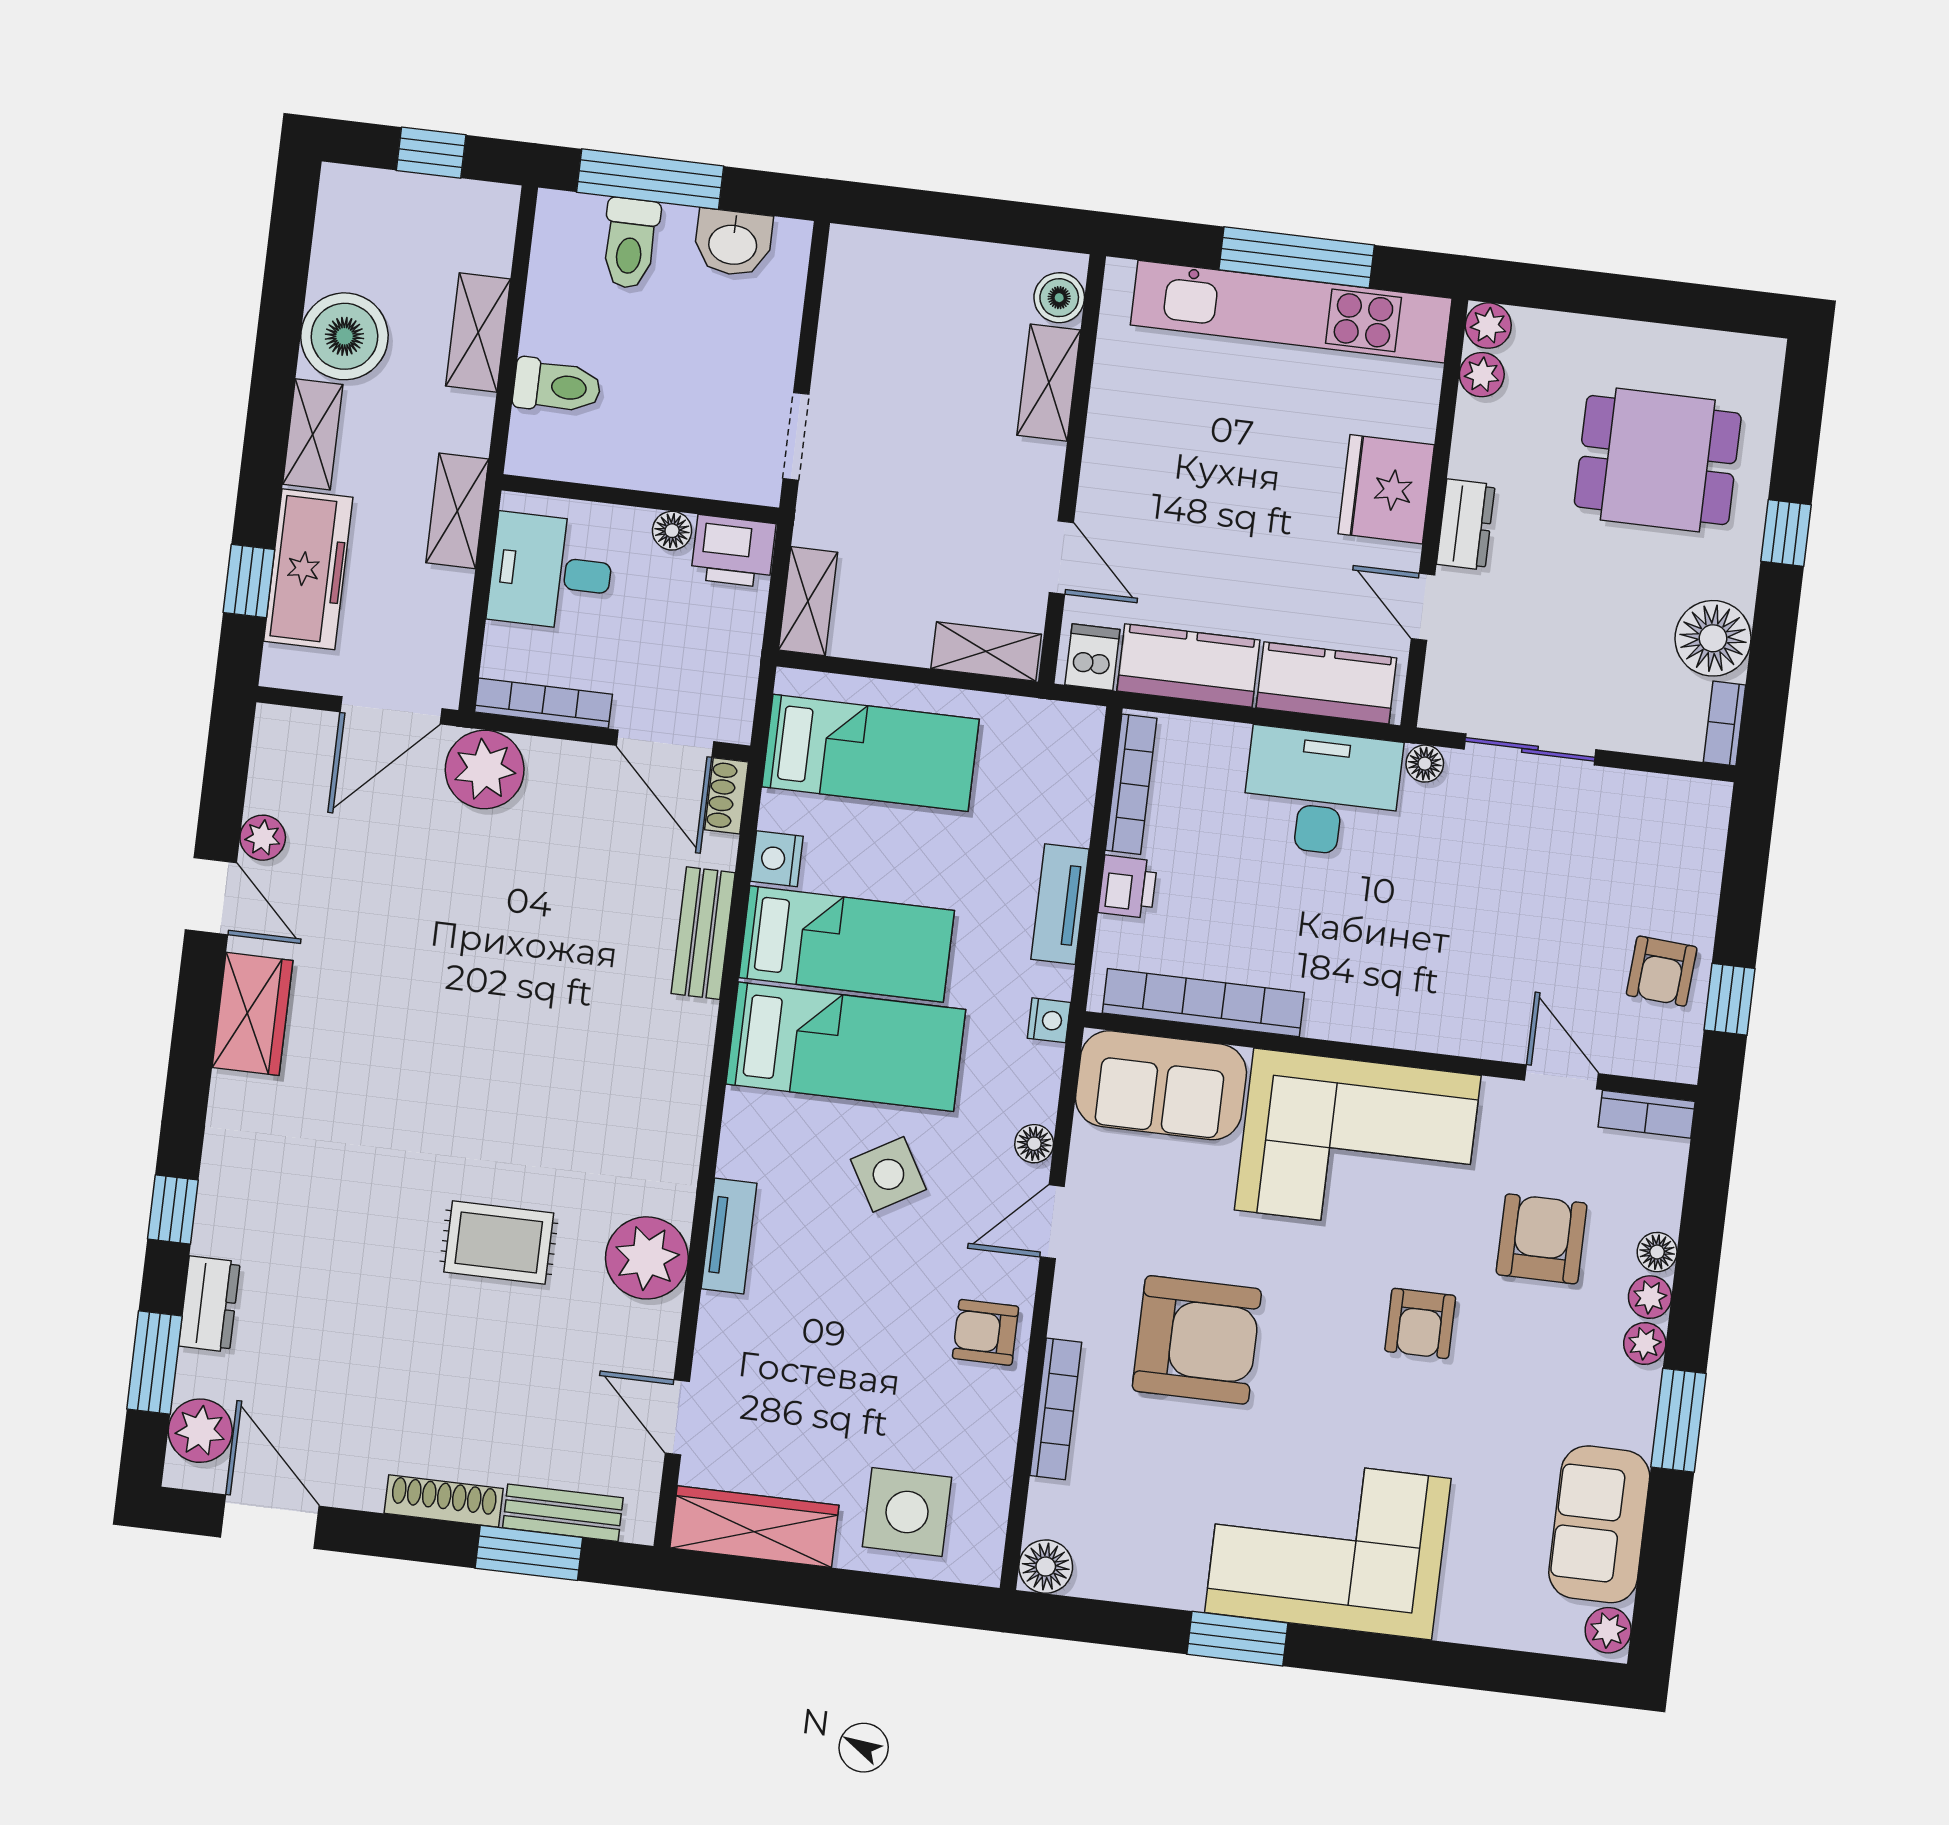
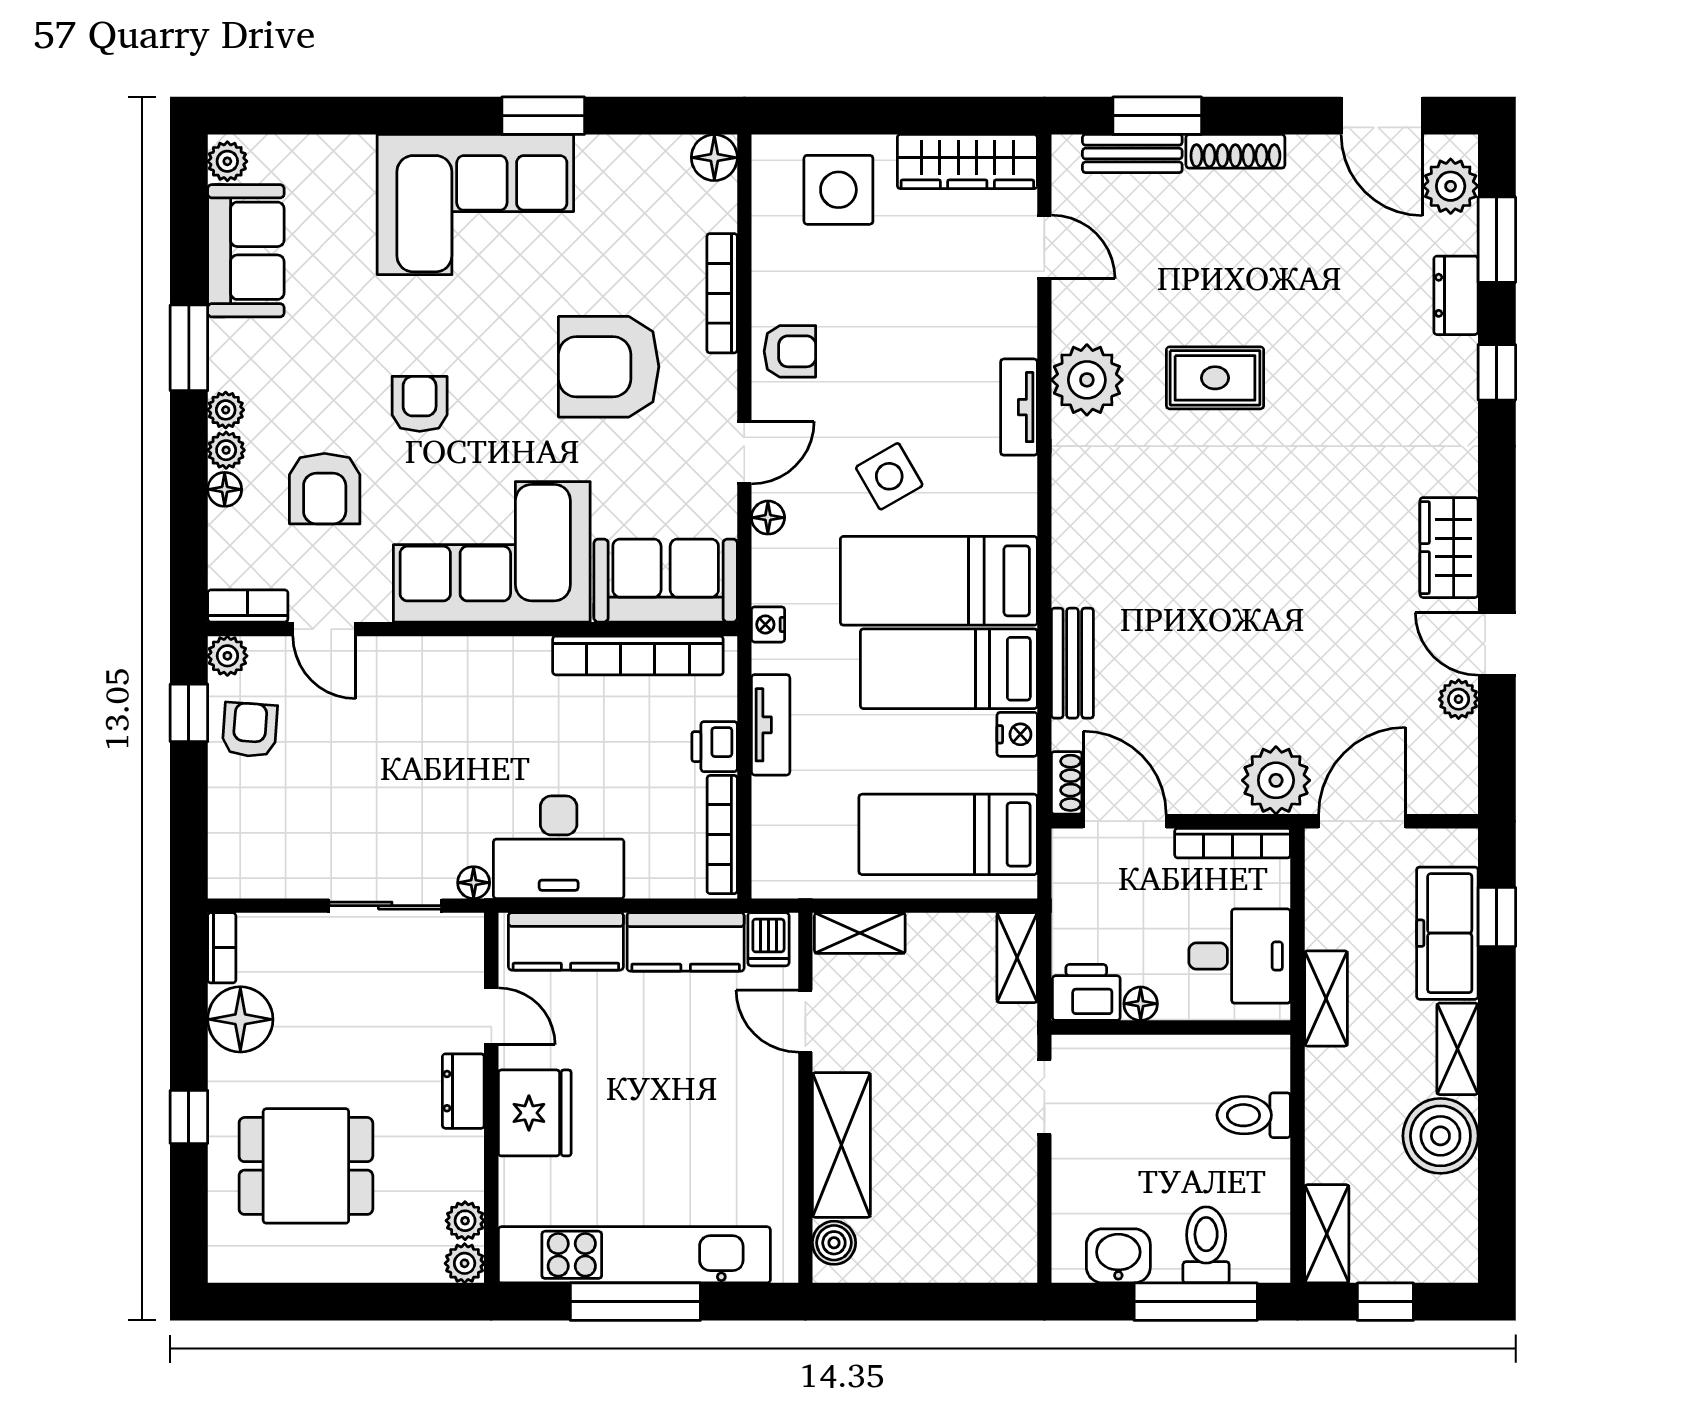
shelving: (478, 333) -> (1327, 1234), moved
shelving: (1049, 383) -> (841, 1145), width x1.50, depth x1.33
plant: (1677, 1060) -> (227, 656), added

